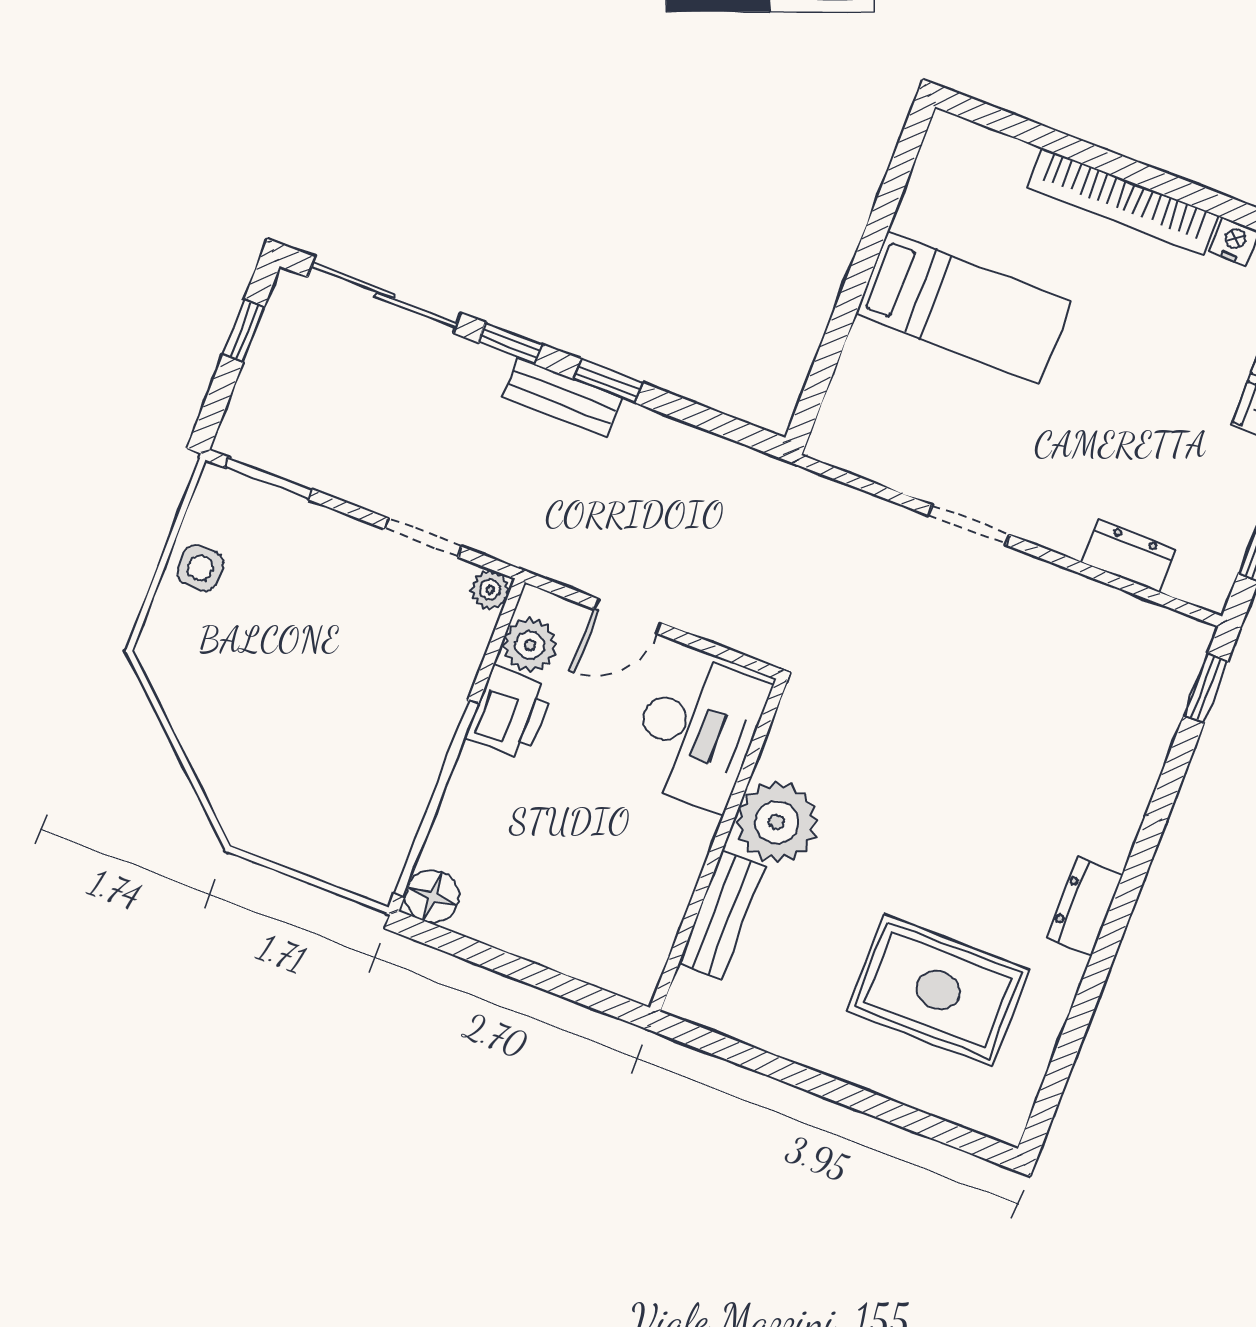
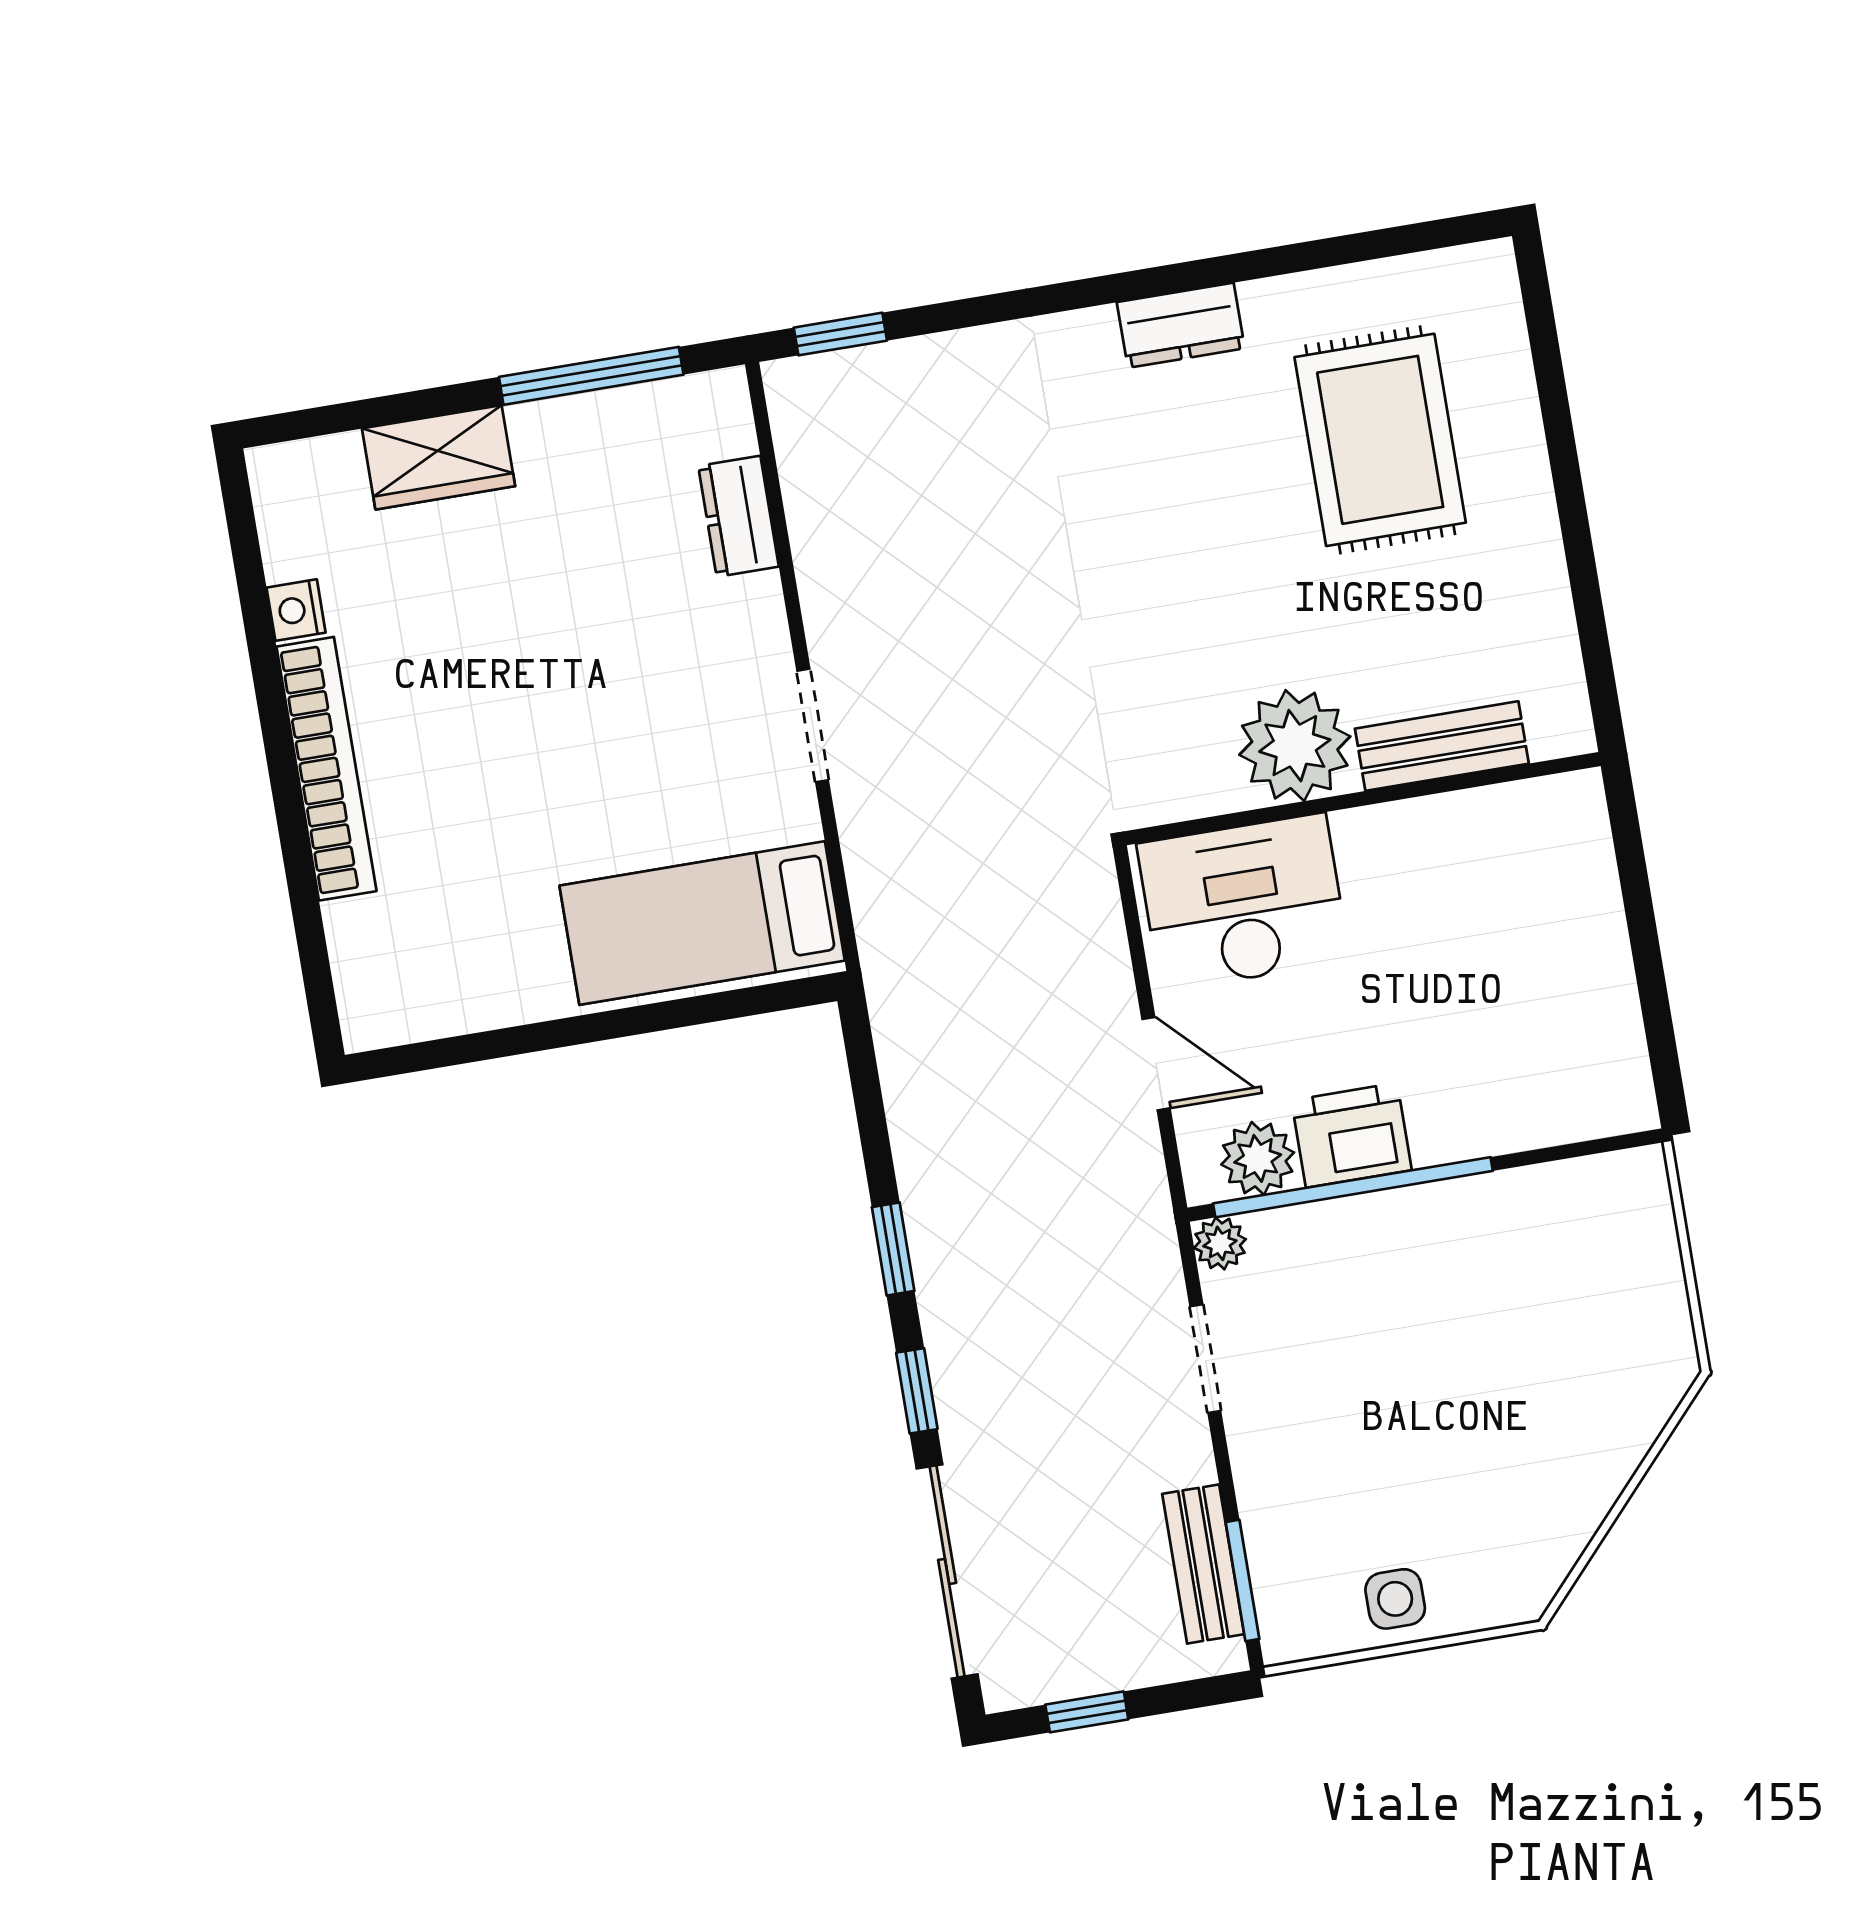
bed: (964, 308) -> (702, 923), moved, turned -90
bench: (562, 397) -> (1203, 1564), moved
window: (436, 798) -> (1353, 1187), moved
floor lamp: (433, 896) -> (1620, 1099), removed

